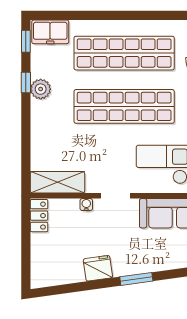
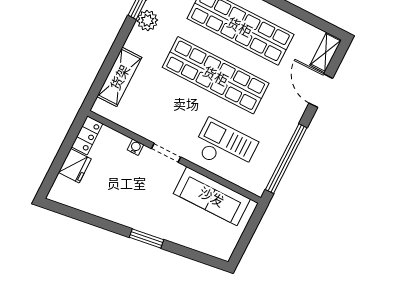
shelving: (57, 182) -> (119, 77), moved, turned 90
fridge: (98, 268) -> (75, 166), moved, turned 98

